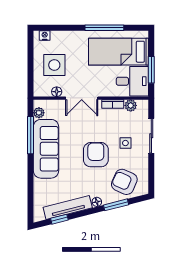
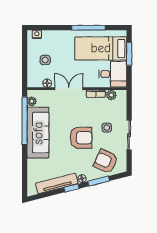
side table: (54, 65) -> (45, 60), width x0.54, depth x0.54
window: (151, 70) -> (129, 54), moved
double door: (82, 98) -> (69, 89), swing flipped
window: (31, 135) -> (25, 121), width x1.46
sliding door: (151, 136) -> (129, 135), moved
armchair: (96, 155) -> (81, 138), turned 90
window: (59, 219) -> (71, 188), moved

